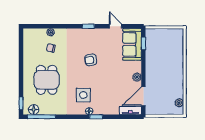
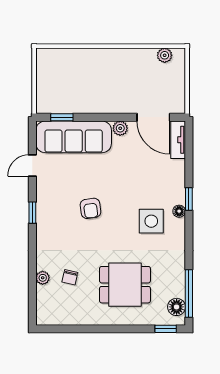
sofa: (132, 44) -> (74, 137), width x1.36

